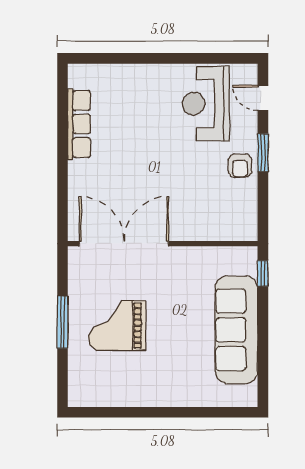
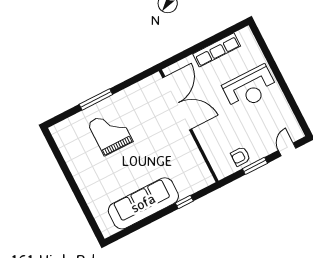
reception desk: (206, 104) -> (250, 88), moved, turned 180
double door: (124, 244) -> (177, 103), moved
wall: (163, 244) -> (189, 126), moved

